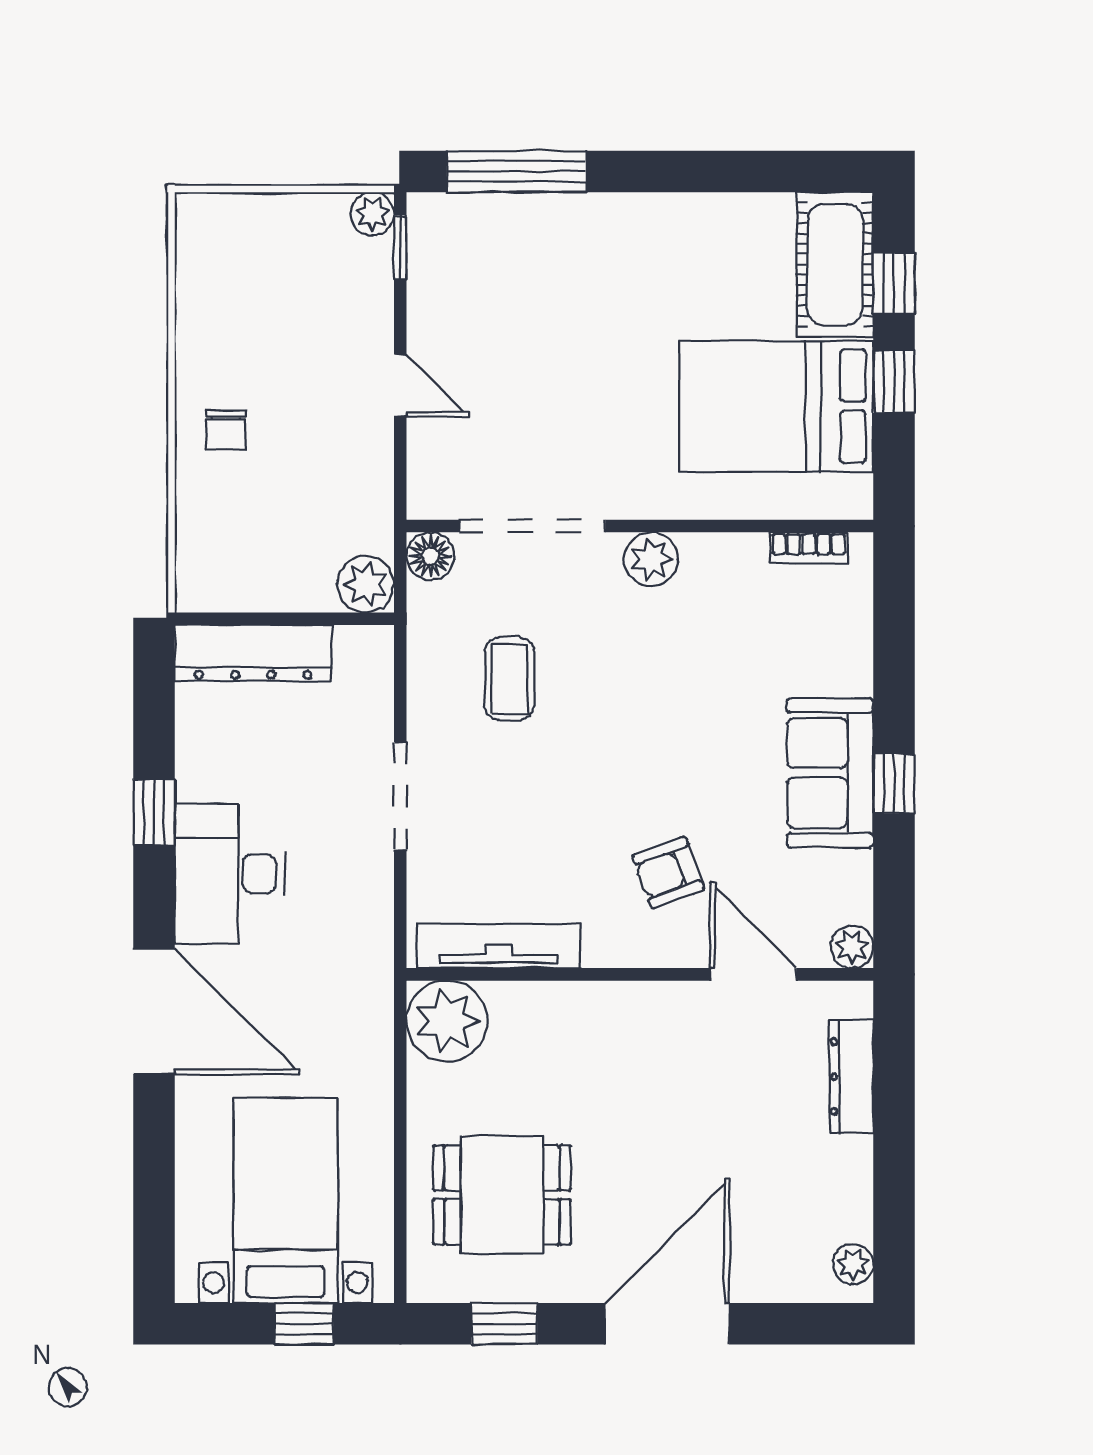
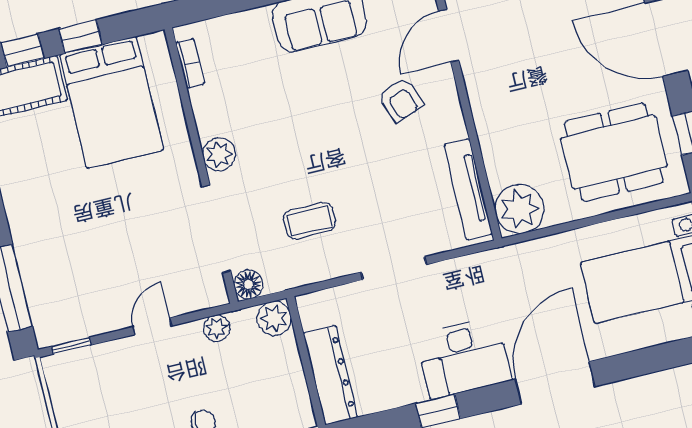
plant: (372, 214) -> (217, 328), moved
dining table: (502, 1195) -> (614, 152), width x1.38

